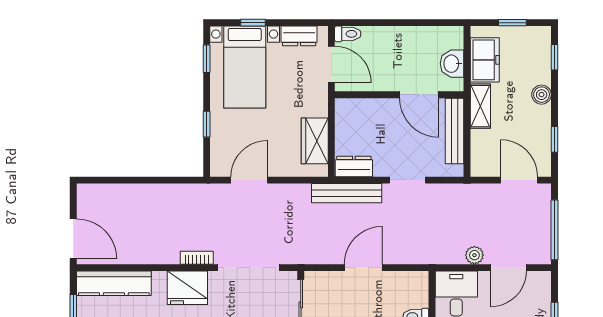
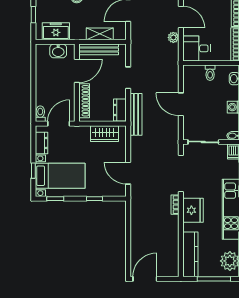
shelving: (480, 106) -> (100, 34), moved
shoe rack: (369, 107) -> (84, 101), added
door: (73, 239) -> (145, 279), moved

